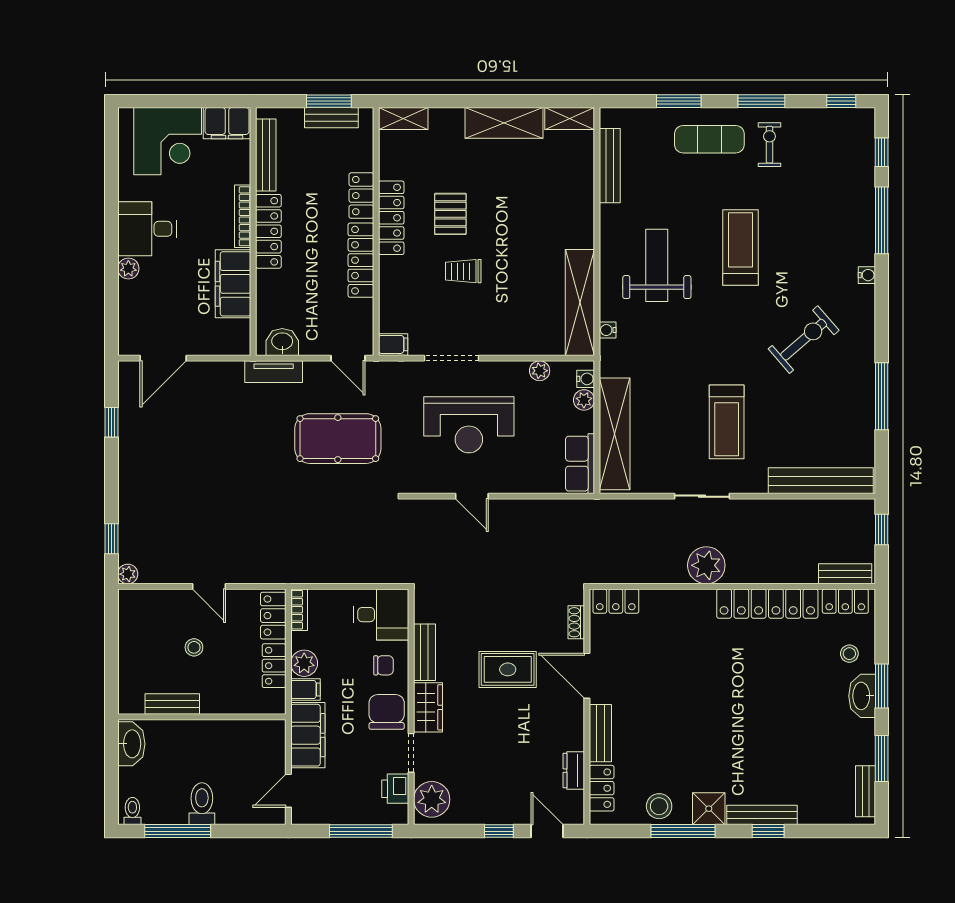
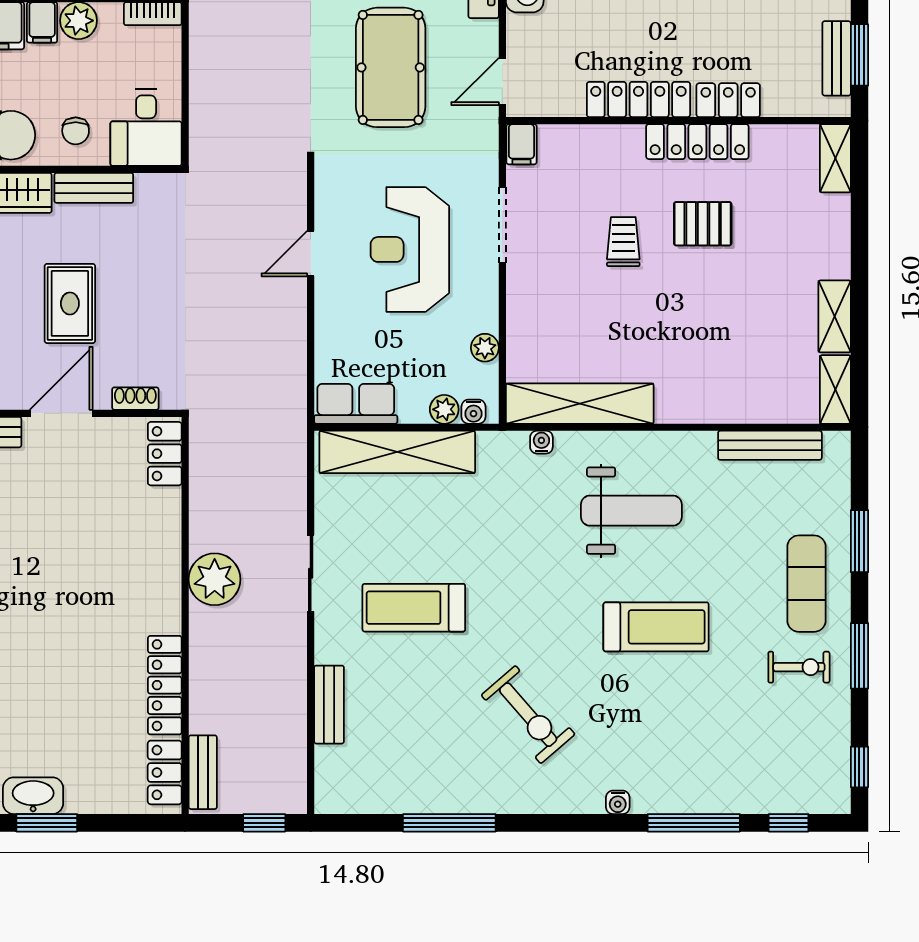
shelving: (504, 123) -> (835, 316), width x0.67, depth x0.75
bench: (821, 481) -> (329, 705), width x0.54, depth x0.82
locker: (767, 604) -> (165, 685), width x0.71, depth x0.83
stool: (849, 654) -> (92, 778), removed

